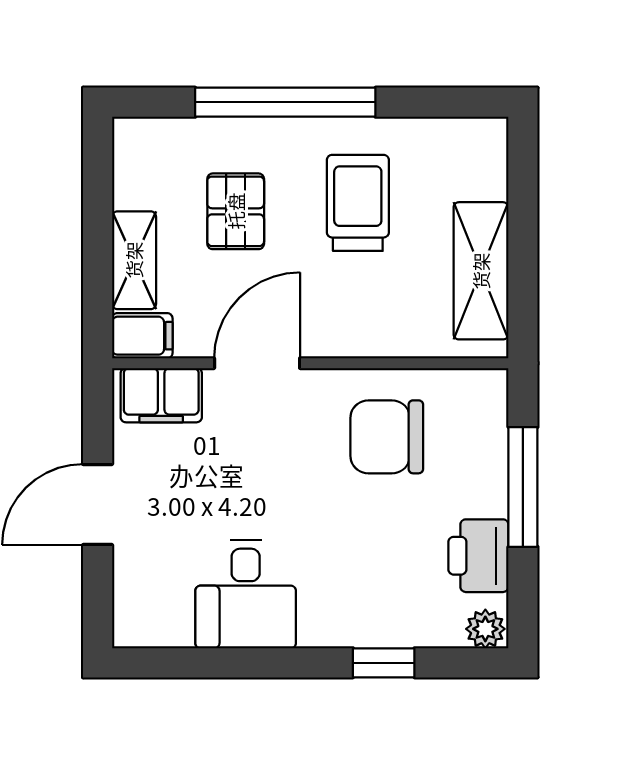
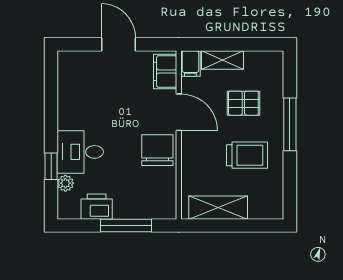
window: (285, 102) -> (290, 124), width x0.68
chair: (387, 437) -> (157, 150), moved
desk: (246, 594) -> (80, 152), moved
plant: (485, 629) -> (65, 183), moved

